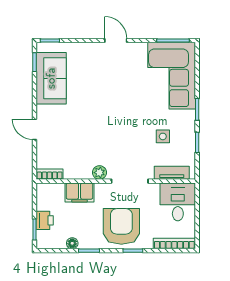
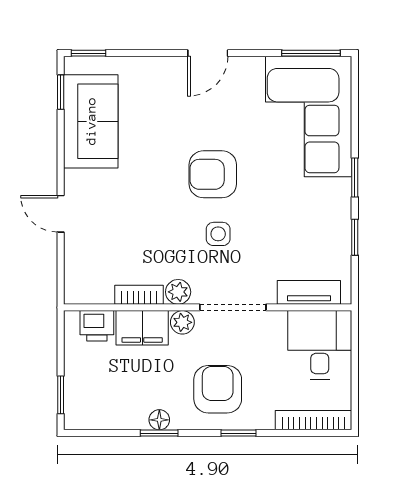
door: (116, 41) -> (208, 53), swing flipped
armchair: (119, 108) -> (213, 174), added
side table: (163, 136) -> (218, 234), moved
bookcase: (50, 174) -> (139, 295), moved
plant: (102, 189) -> (182, 322), added
printer: (45, 220) -> (97, 326), moved, turned 90
armchair: (121, 226) -> (218, 389), width x0.73, depth x0.73
floor lamp: (72, 243) -> (159, 420), moved

